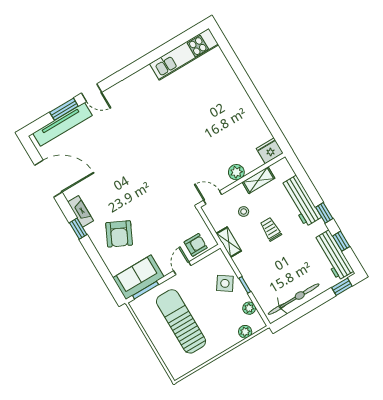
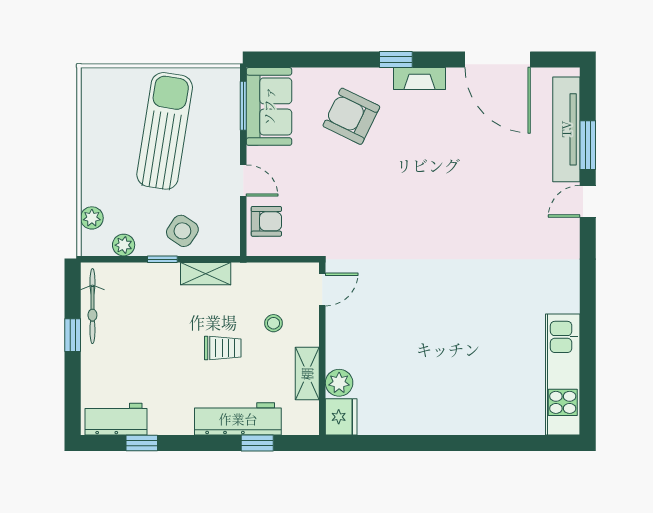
plant: (236, 172) -> (339, 383), moved
door: (48, 179) -> (498, 60), hinge flipped
window: (324, 213) -> (257, 443), moved
shelving: (229, 242) -> (206, 274), moved
armchair: (196, 245) -> (266, 221), turned -90
workbench: (334, 255) -> (116, 419), width x0.73
window: (342, 287) -> (73, 335), moved
bicycle: (294, 299) -> (92, 306), width x0.73, depth x0.71
sun lounger: (181, 321) -> (165, 131), turned -81

